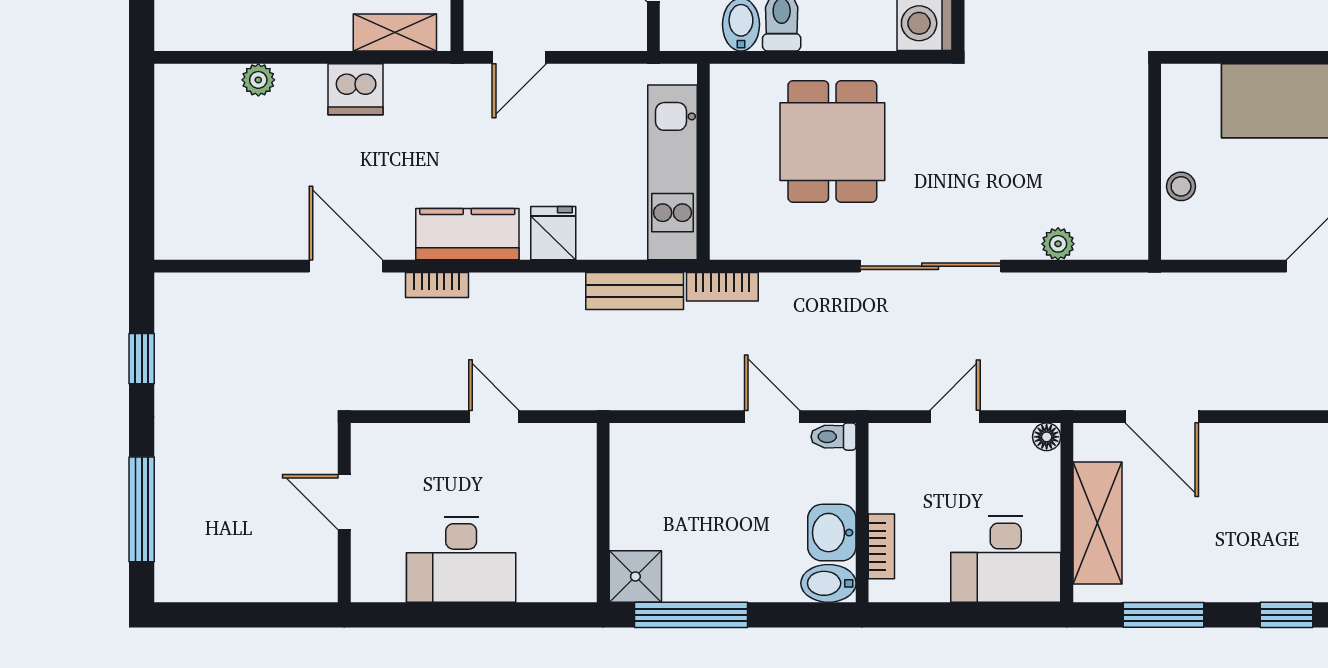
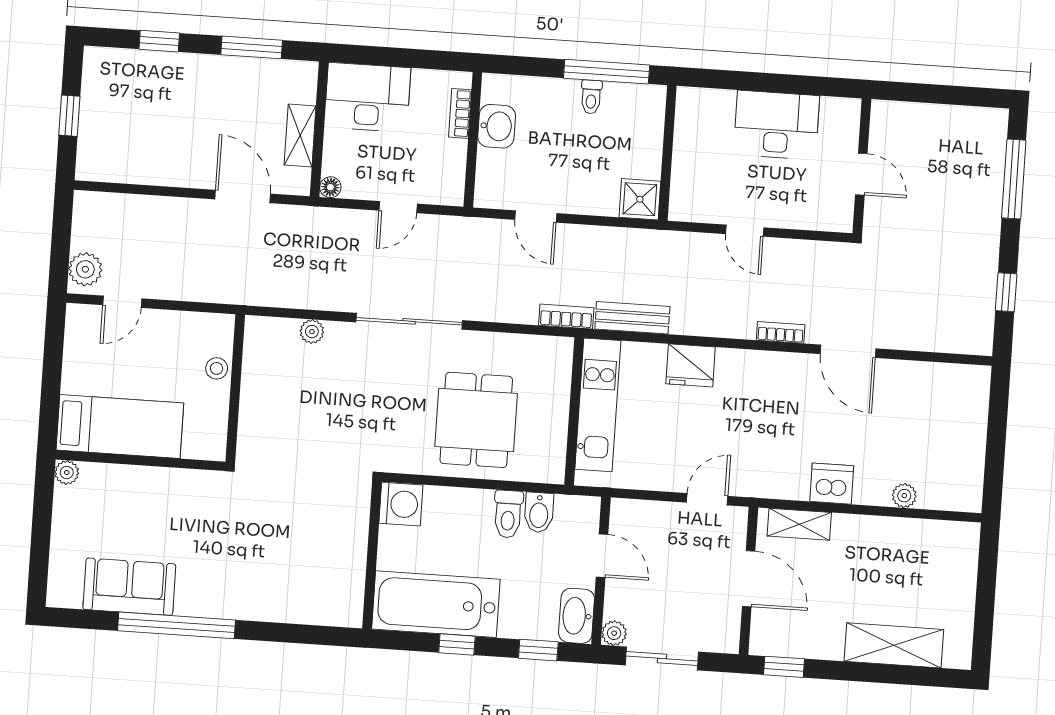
fridge: (553, 233) -> (691, 365), width x1.38
kitchen counter: (467, 234) -> (755, 369), removed
toilet: (834, 437) -> (591, 97), moved, turned 90
shelving: (1098, 523) -> (300, 136), width x0.67, depth x0.75
shower: (635, 576) -> (640, 199), moved
bidet: (828, 583) -> (502, 88), removed

